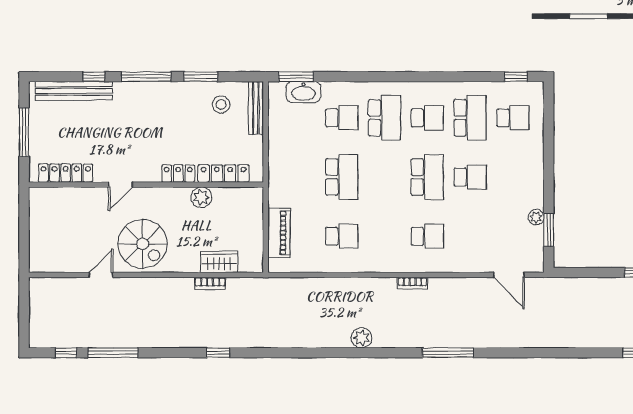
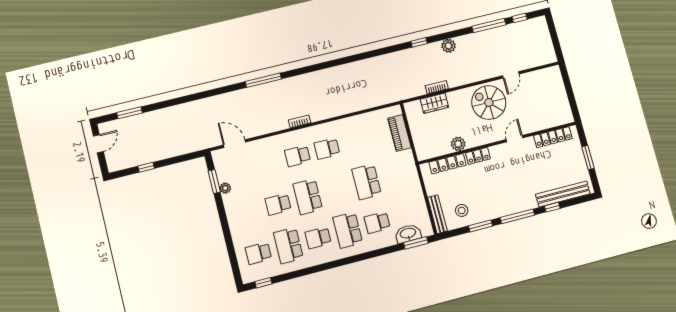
window: (24, 132) -> (588, 157), width x0.69
school desk: (342, 236) -> (327, 149), moved
plant: (361, 338) -> (449, 46), moved

